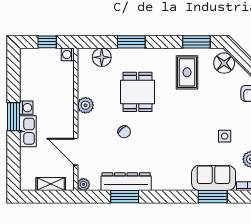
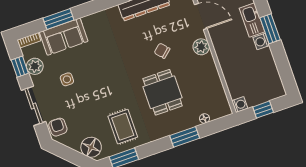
floor lamp: (102, 57) -> (205, 118), width x0.53, depth x0.53
plant: (85, 105) -> (201, 47), moved

